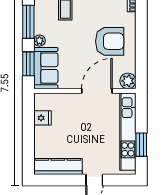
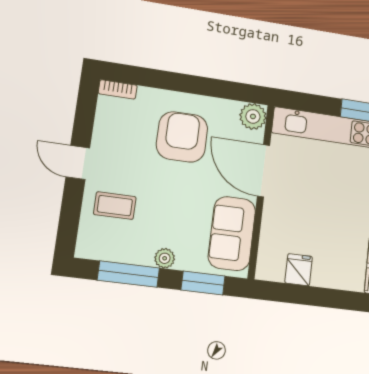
sofa: (46, 68) -> (232, 233), moved, turned -90

